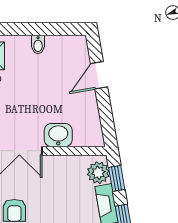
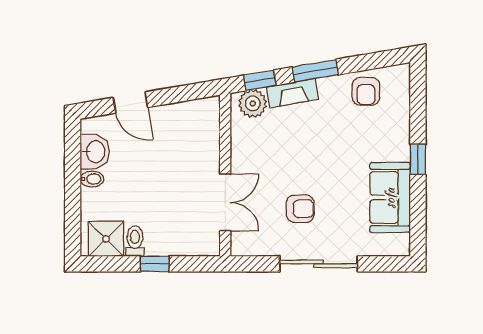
washbasin: (58, 135) -> (95, 152), moved, turned 180

